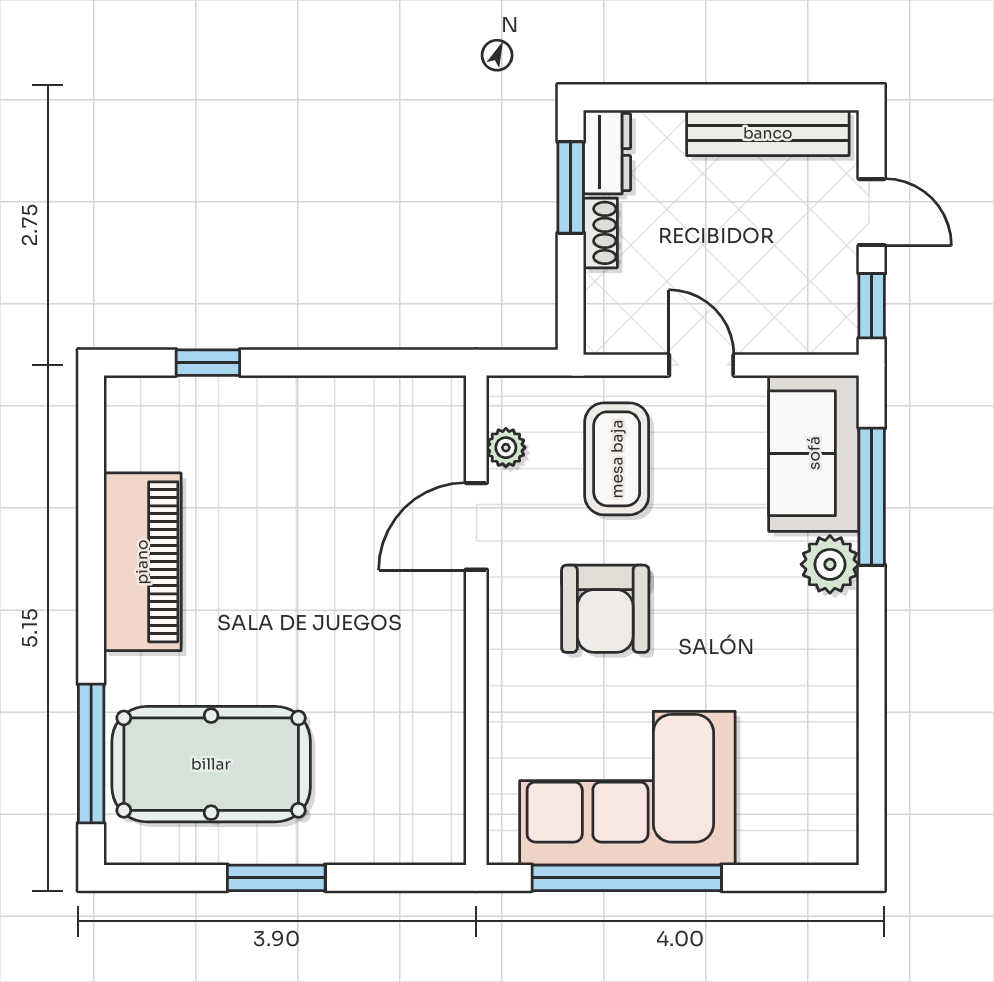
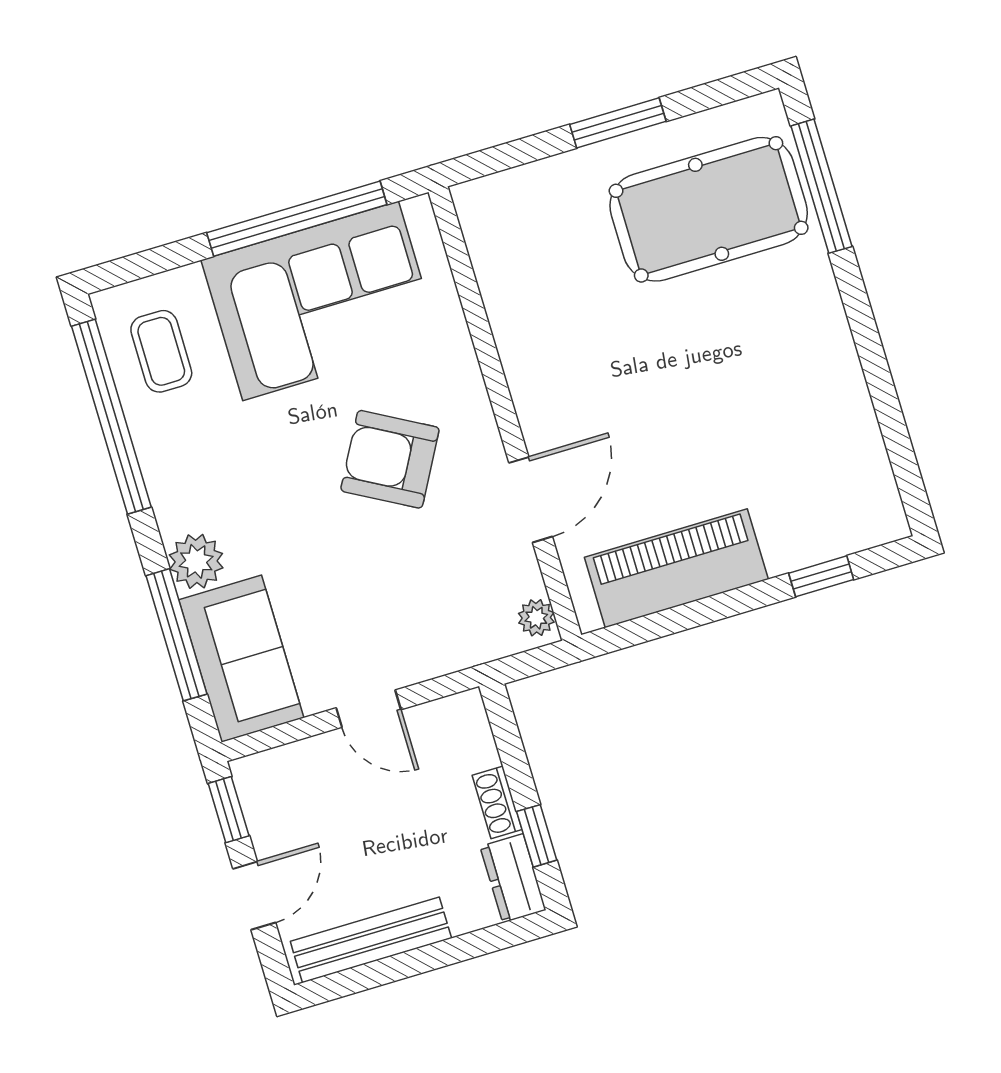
window: (571, 187) -> (537, 836), width x0.67
door: (872, 212) -> (254, 896), swing flipped
plant: (506, 448) -> (536, 618), moved
coffee table: (617, 459) -> (161, 351), moved, width x0.73, depth x0.77
piano: (142, 562) -> (676, 568), moved, turned 90
armchair: (605, 609) -> (390, 459), turned -61
window: (872, 735) -> (111, 417), added

